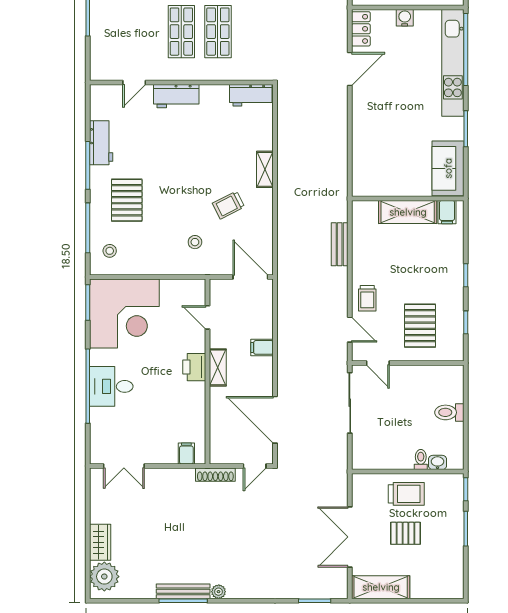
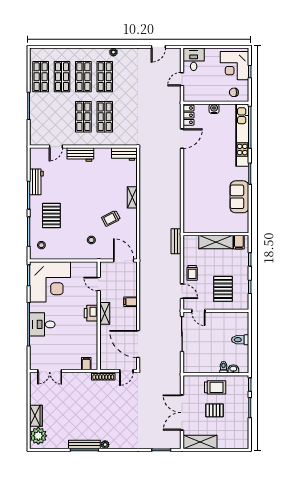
wall: (408, 198) -> (216, 234), moved
shelving: (408, 212) -> (216, 242), moved
filing cabinet: (447, 212) -> (239, 242), moved

